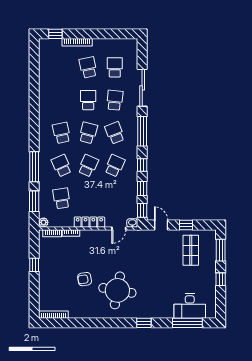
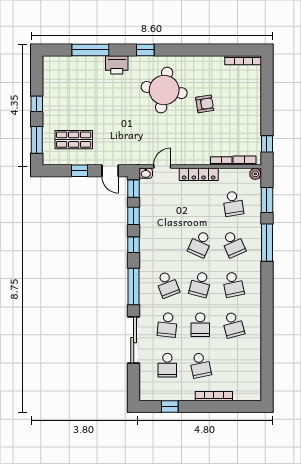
window: (55, 34) -> (170, 406), moved
school desk: (115, 166) -> (233, 325), moved, turned -39
shop shelf: (191, 250) -> (74, 140), turned 90
window: (34, 265) -> (267, 144), moved
desk: (190, 306) -> (75, 71), removed
printer: (156, 311) -> (117, 65), added
window: (144, 323) -> (145, 50), moved
window: (187, 323) -> (90, 50), moved

